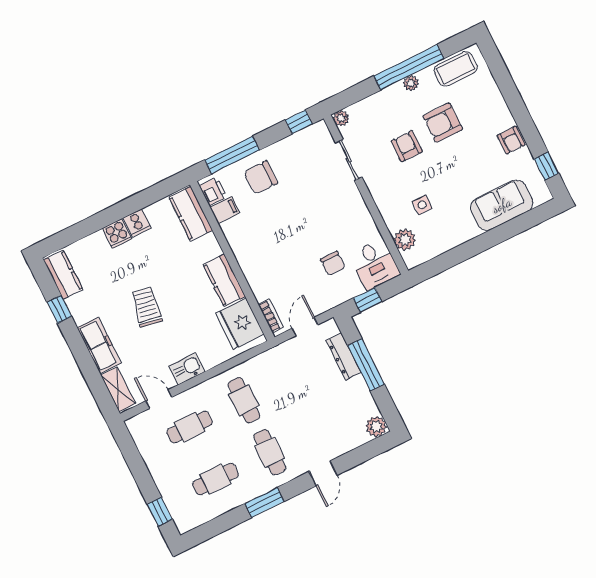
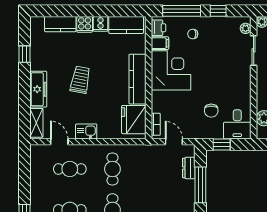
window: (299, 122) -> (218, 11), moved
plant: (325, 137) -> (246, 28), added
chair: (261, 177) -> (193, 34), width x0.54, depth x0.54
kitchen counter: (191, 214) -> (126, 25), moved, turned -90
corner desk: (256, 238) -> (171, 70), added
kitchen counter: (63, 275) -> (60, 24), moved, turned 90
kitchen counter: (224, 280) -> (137, 79), width x1.50
door: (305, 327) -> (174, 142), hinge flipped
dresser: (344, 357) -> (189, 168), width x0.70

